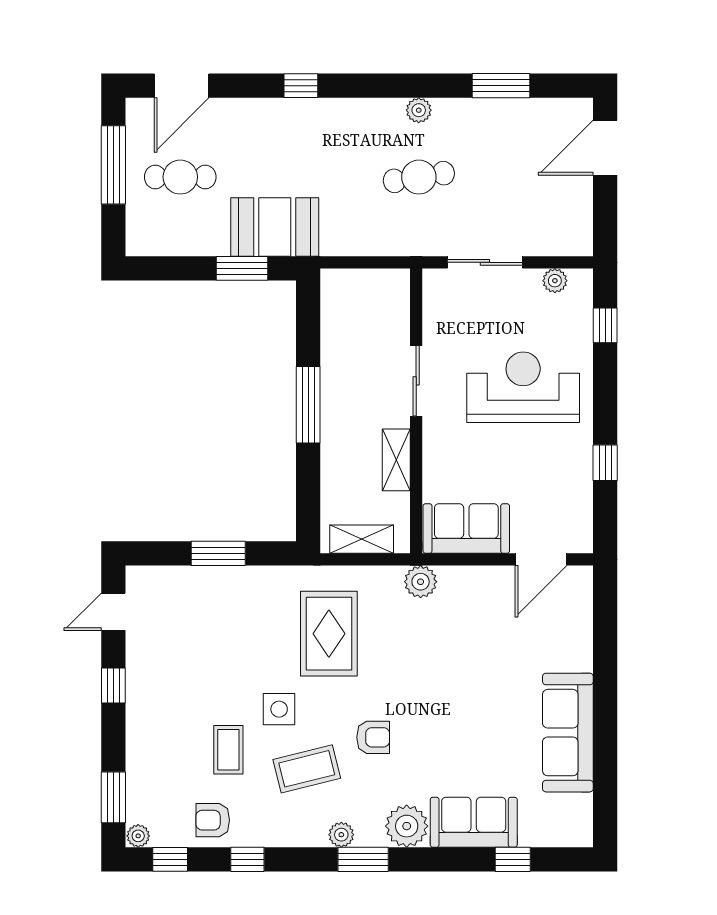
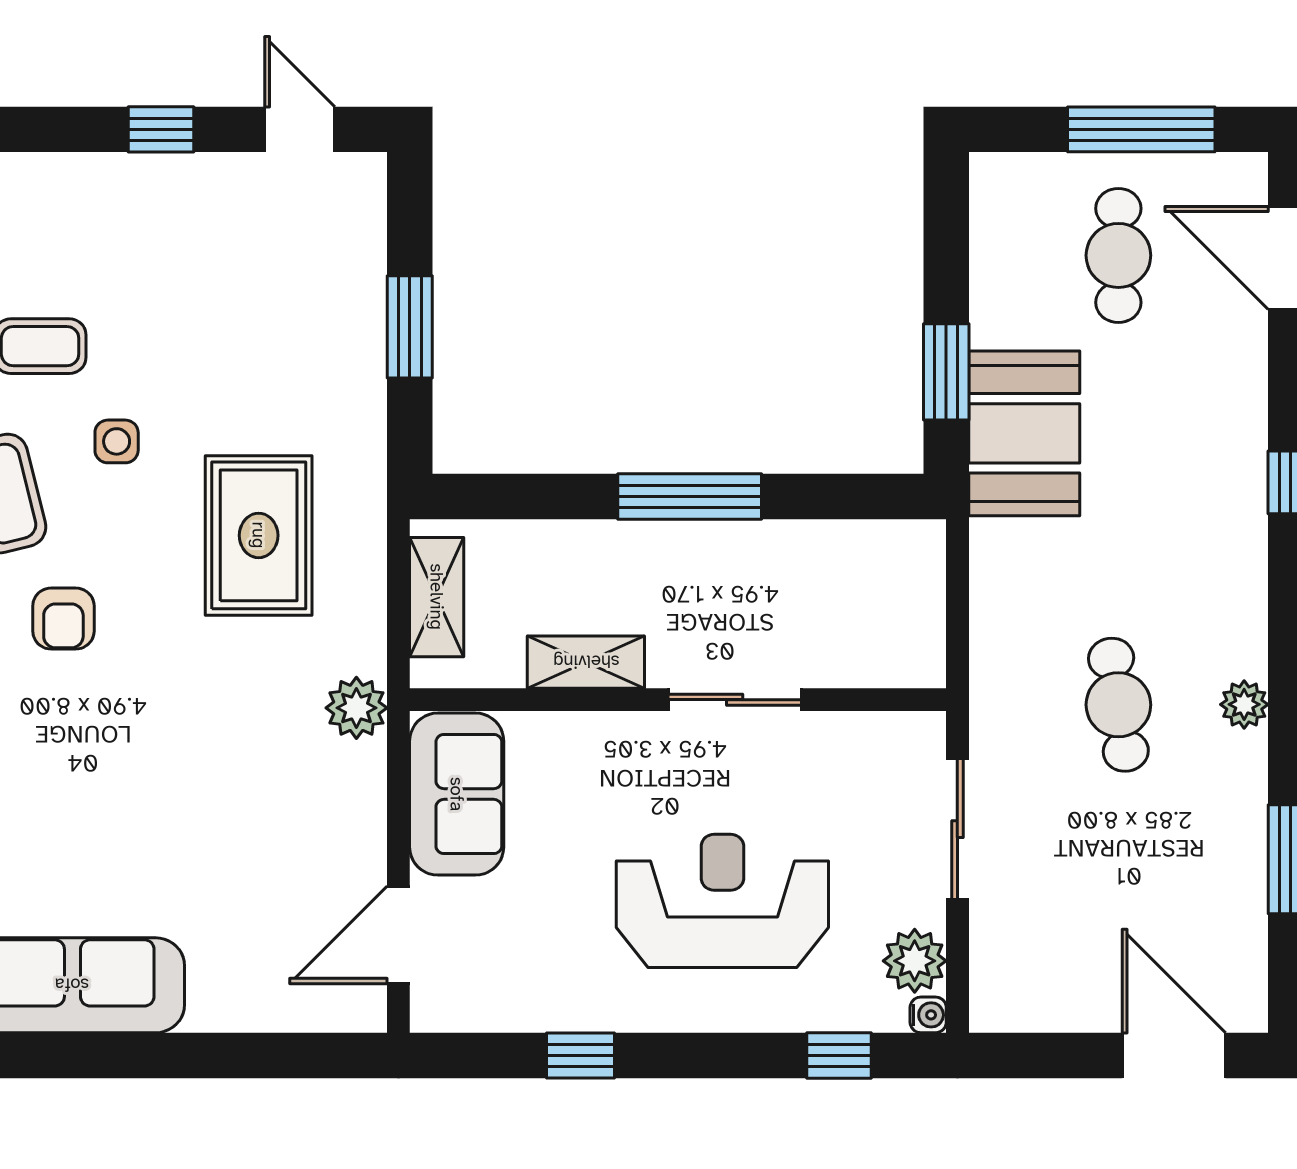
water cooler: (584, 278) -> (928, 1015), added
plant: (555, 281) -> (915, 961), width x1.38, depth x1.38
reception desk: (523, 387) -> (722, 901), turned -90
door: (541, 559) -> (398, 935), hinge flipped
rug: (329, 634) -> (259, 535), turned 90
side table: (279, 709) -> (117, 441), width x0.73, depth x0.73

